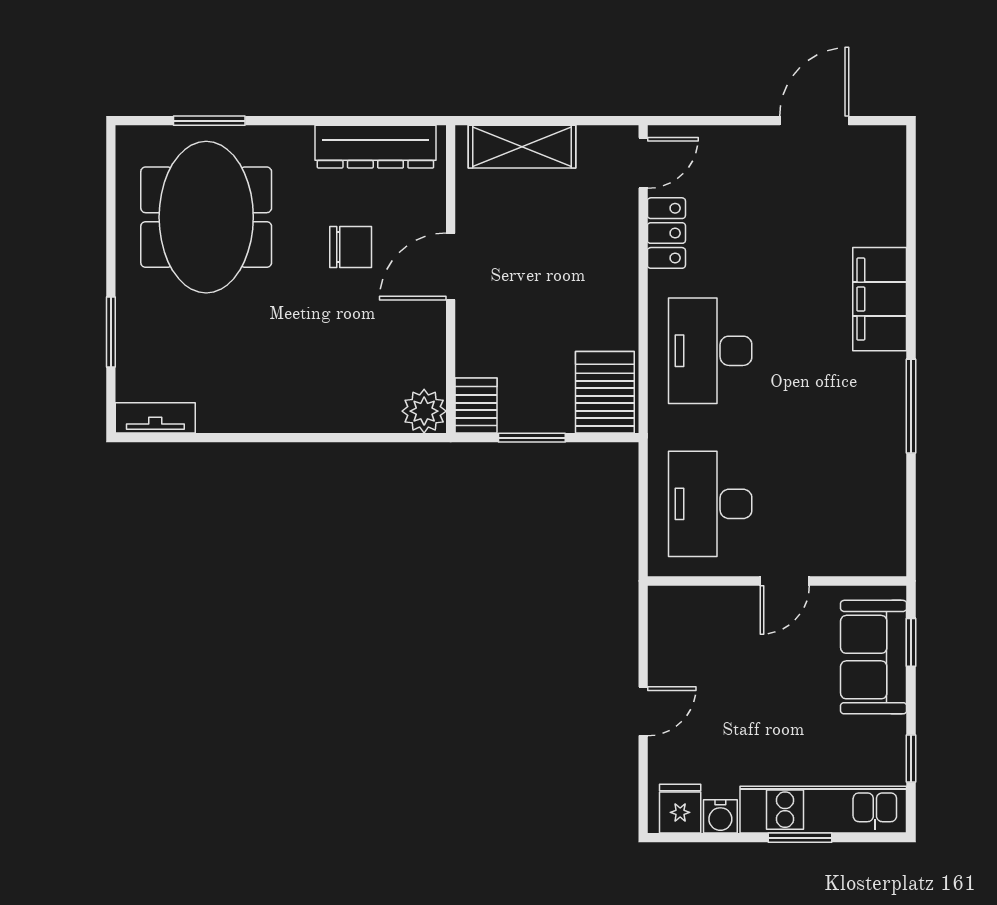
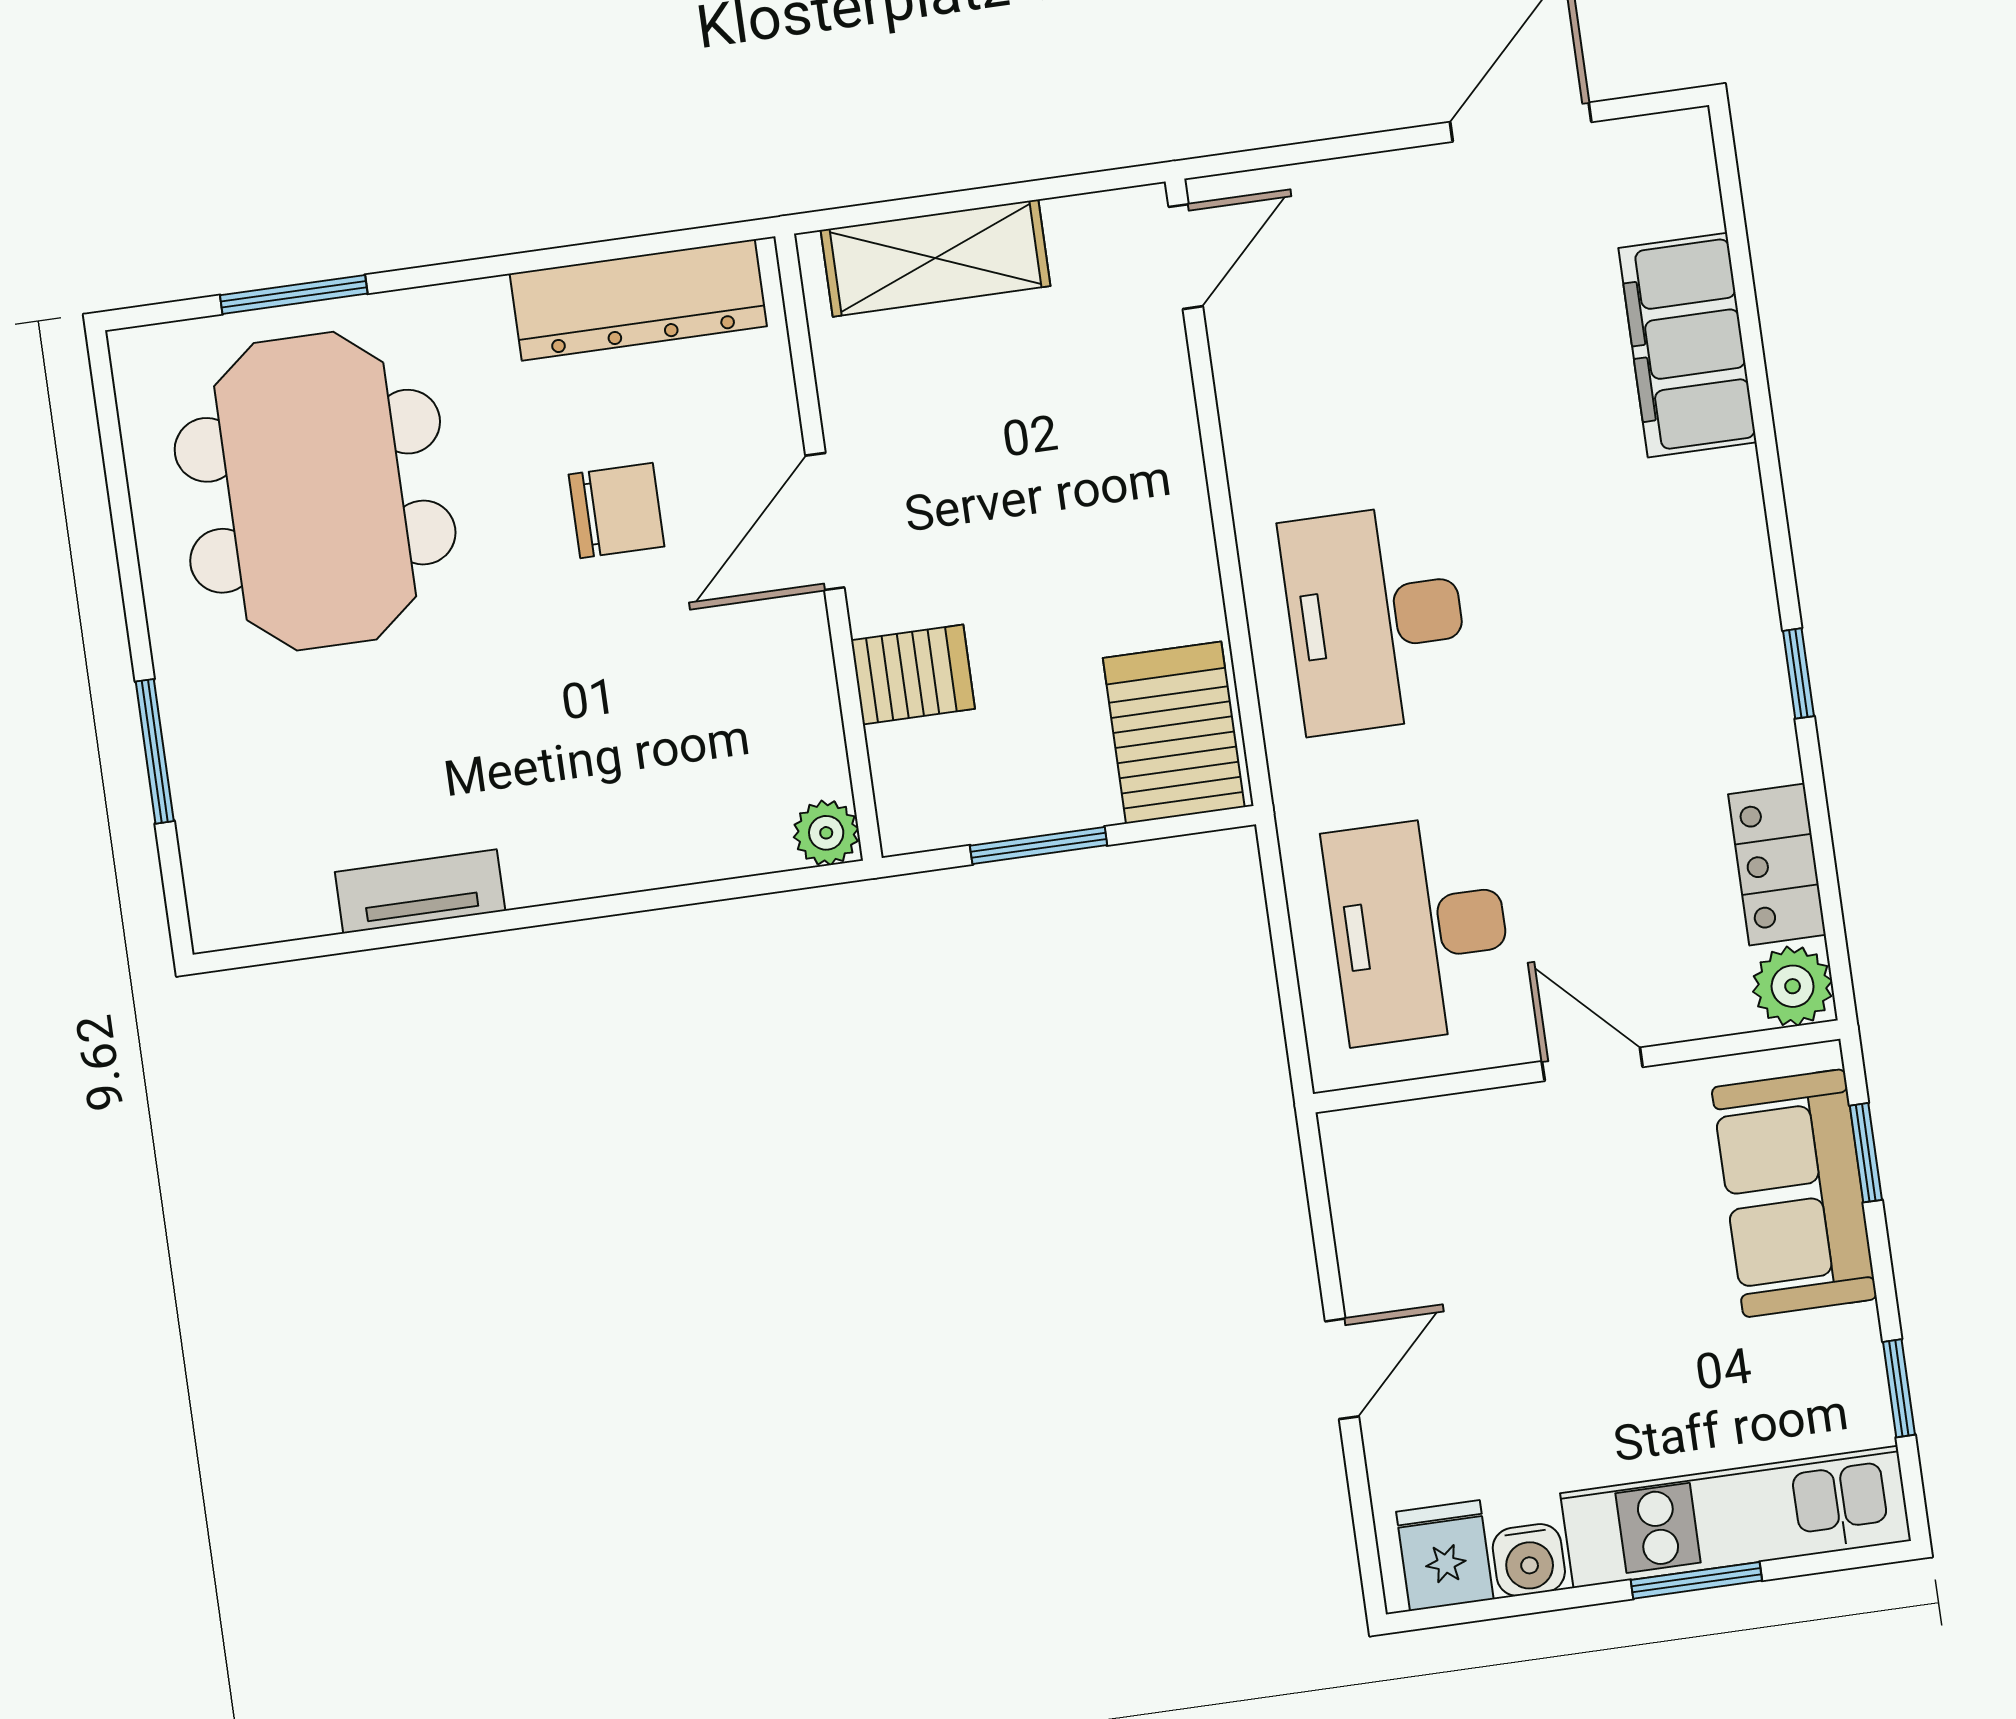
locker: (666, 233) -> (1777, 864), moved, turned 180
filing cabinet: (880, 299) -> (1687, 345), moved
server rack: (476, 405) -> (913, 675), moved, turned 90
window: (911, 406) -> (1798, 673), width x0.46
plant: (424, 411) -> (826, 833), width x0.73, depth x0.73
tv unit: (155, 418) -> (420, 891), moved
plant: (887, 557) -> (1793, 986), added
door: (785, 581) -> (1592, 1064), swing flipped

